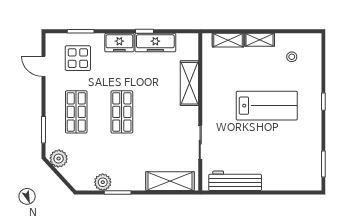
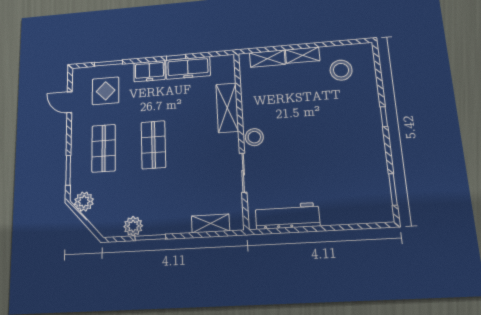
stool: (292, 57) -> (341, 70), width x1.89, depth x1.89
lab bench: (267, 106) -> (317, 126), removed
stool: (212, 111) -> (254, 137), added
shelving: (170, 181) -> (211, 223), width x0.67, depth x0.75

